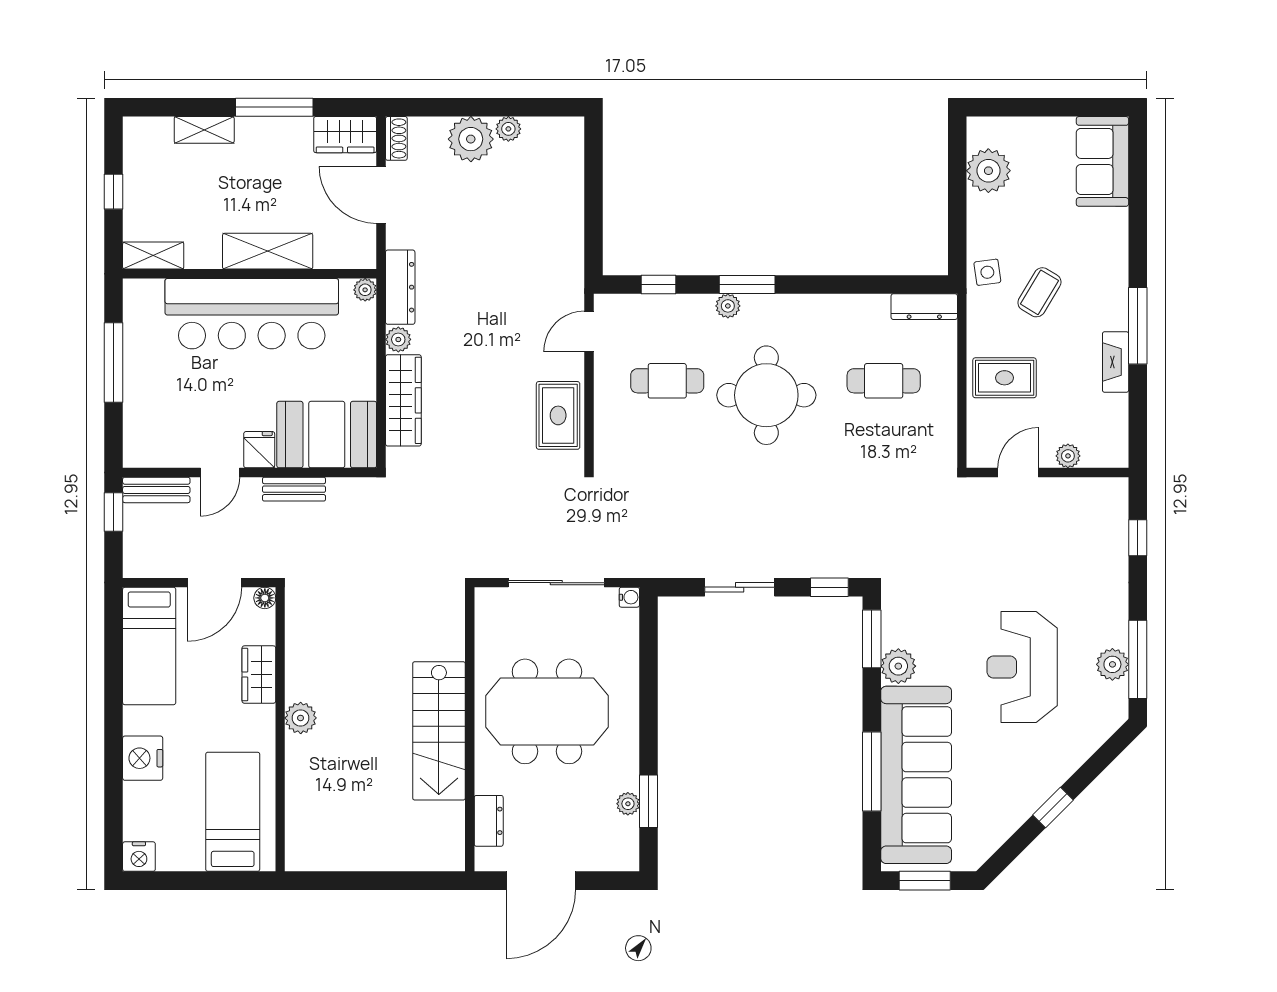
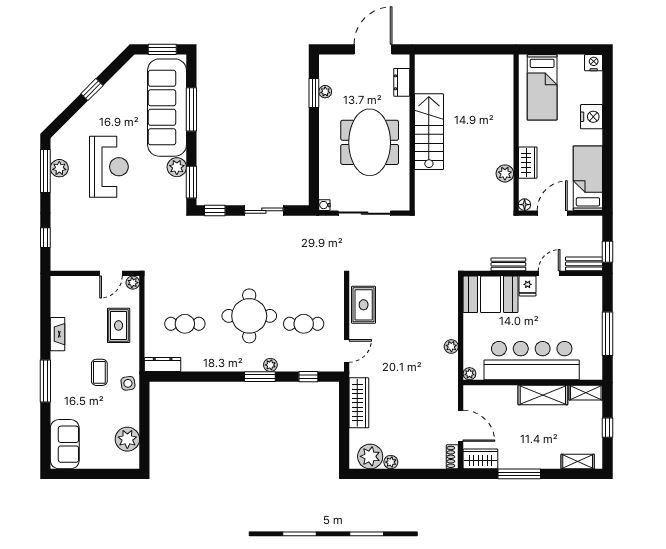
shelving: (204, 130) -> (578, 462), moved
plant: (471, 139) -> (370, 456), moved
shelving: (268, 251) -> (543, 395), moved
dresser: (400, 287) -> (450, 375), removed
coffee table: (1039, 292) -> (99, 372), turned -31
window: (1138, 326) -> (45, 381), moved
rug: (1005, 378) -> (119, 325), turned 90
wardrobe: (403, 400) -> (359, 403), moved, turned 180
plant: (1068, 456) -> (133, 283), moved
meeting table: (547, 711) -> (370, 142), turned 90
plant: (301, 718) -> (505, 173), moved

